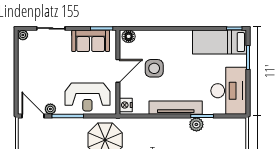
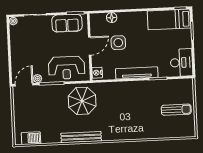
floor lamp: (129, 36) -> (112, 18), moved
desk: (229, 91) -> (181, 63), width x0.73, depth x0.77
door: (33, 116) -> (24, 85), hinge flipped
plant: (196, 124) -> (154, 86), removed

